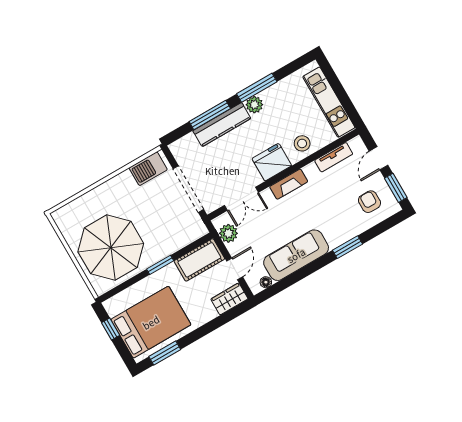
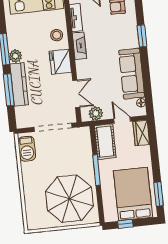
fireplace: (289, 184) -> (79, 46), moved
window: (160, 265) -> (97, 170), width x1.44

